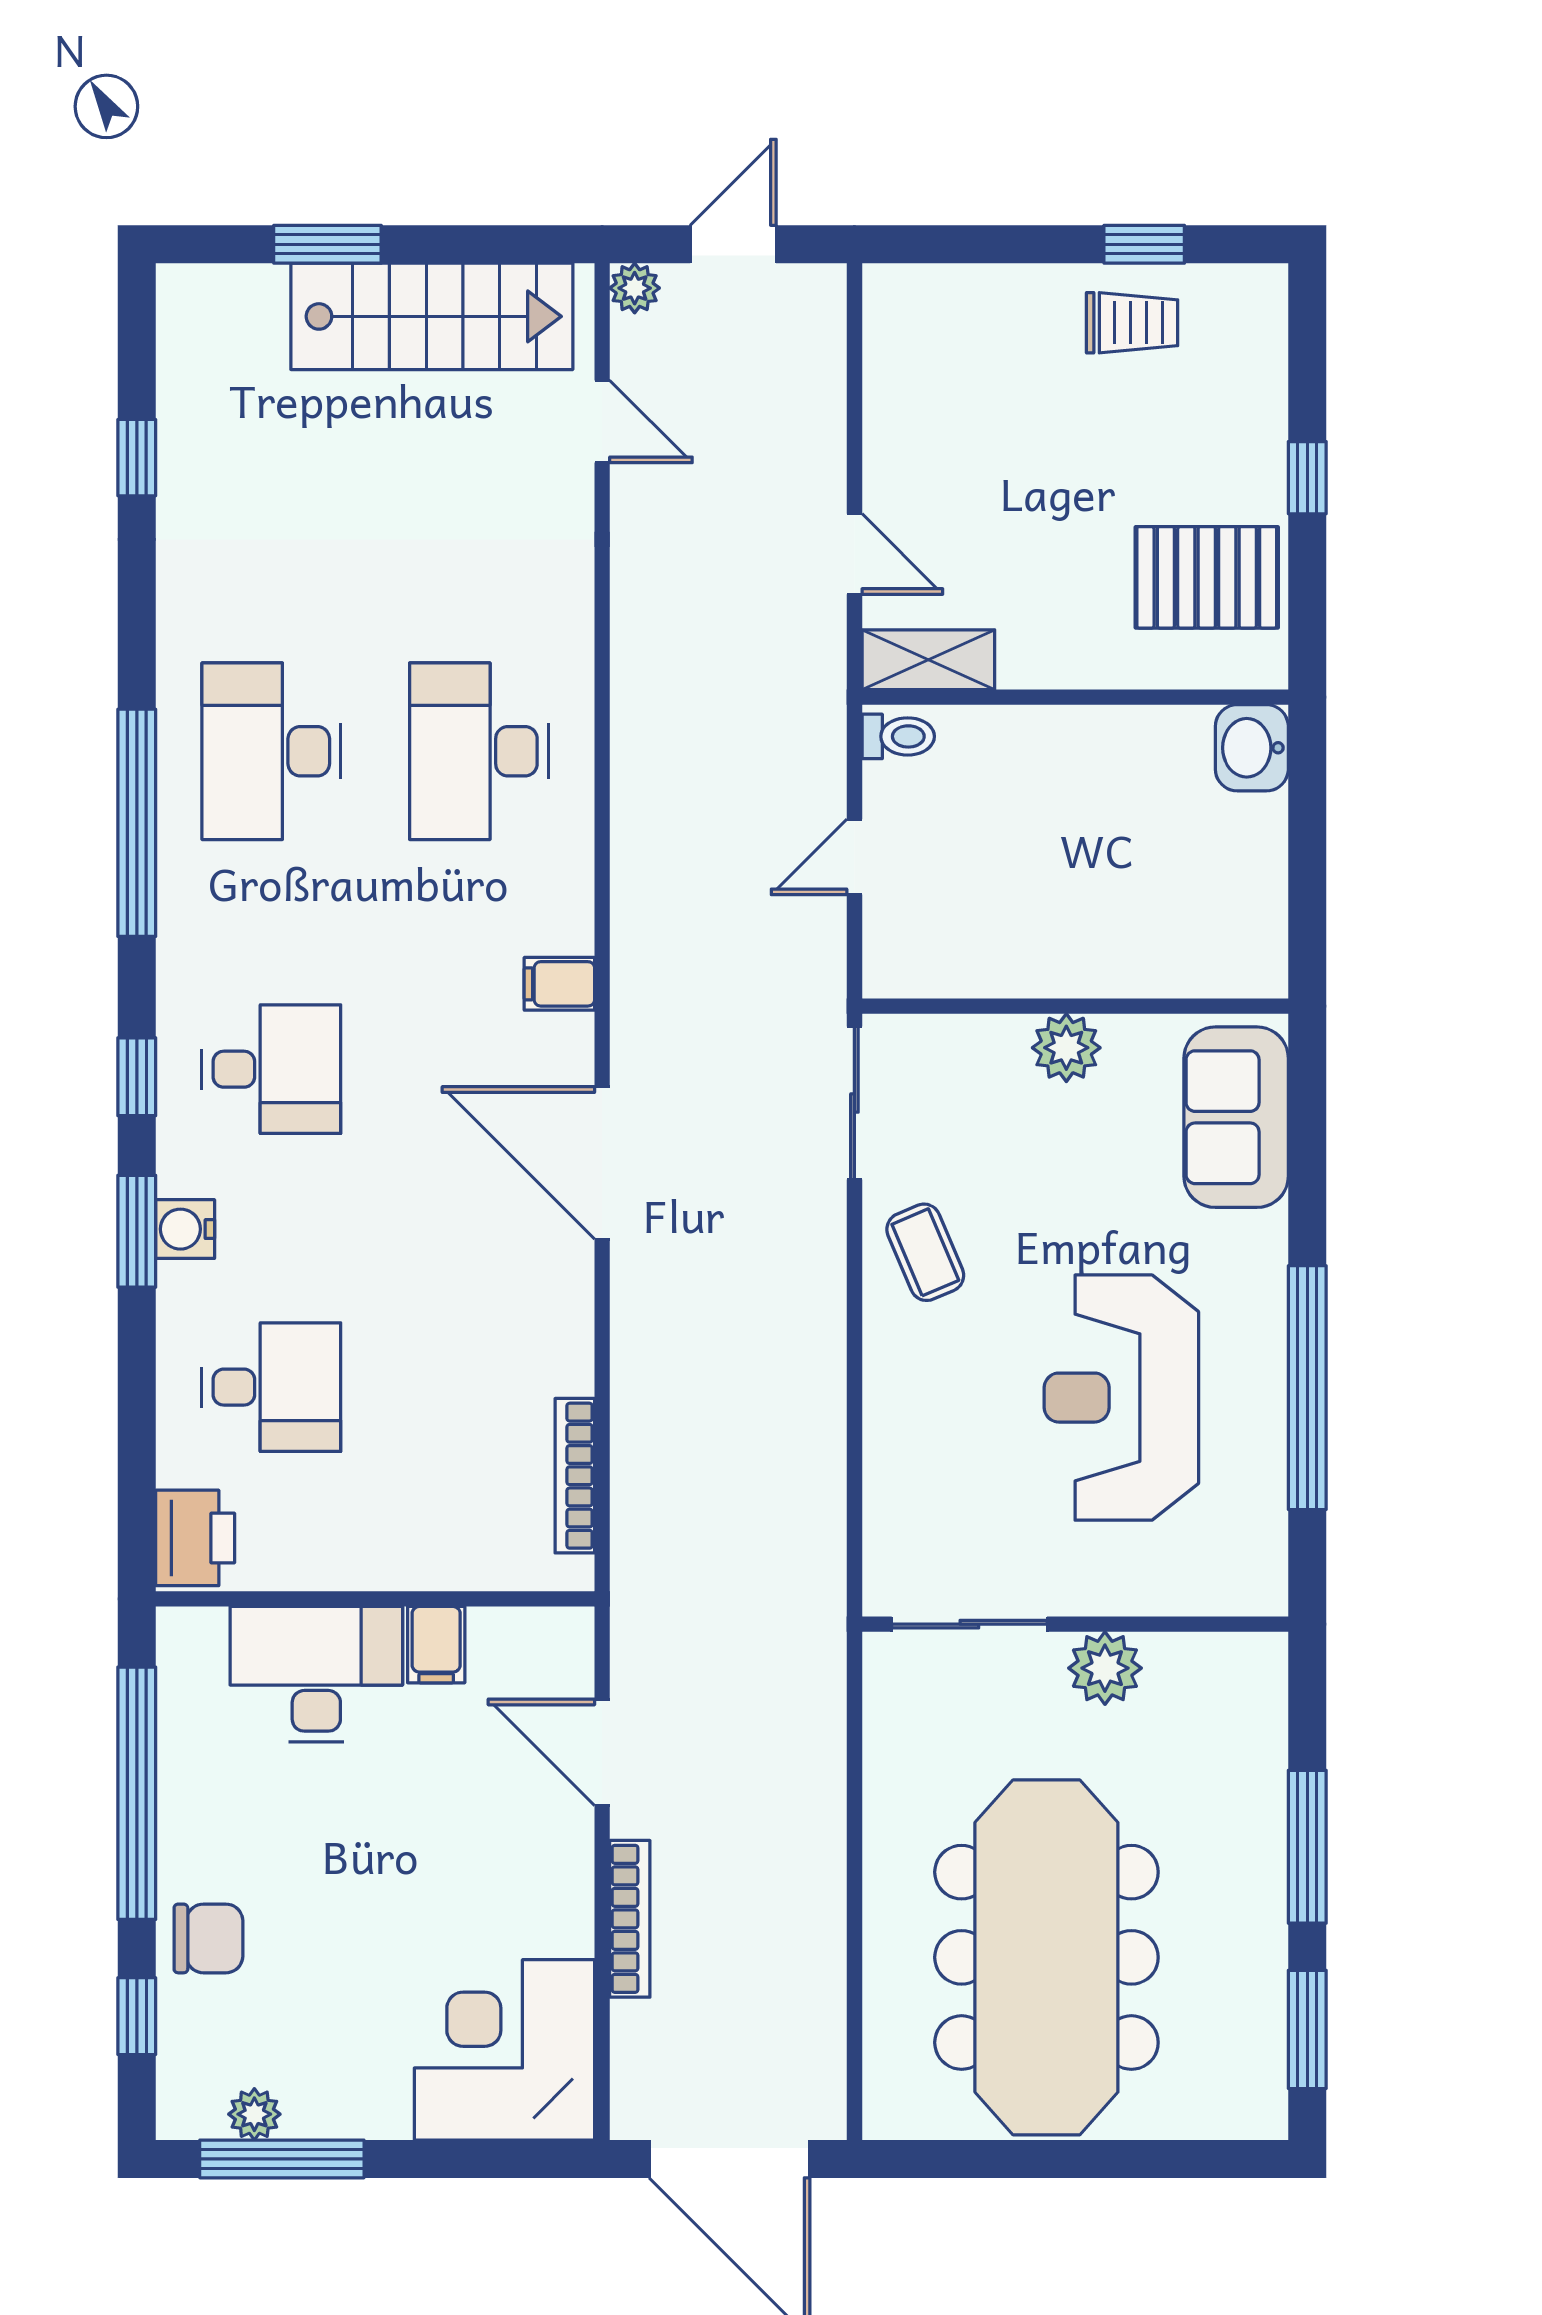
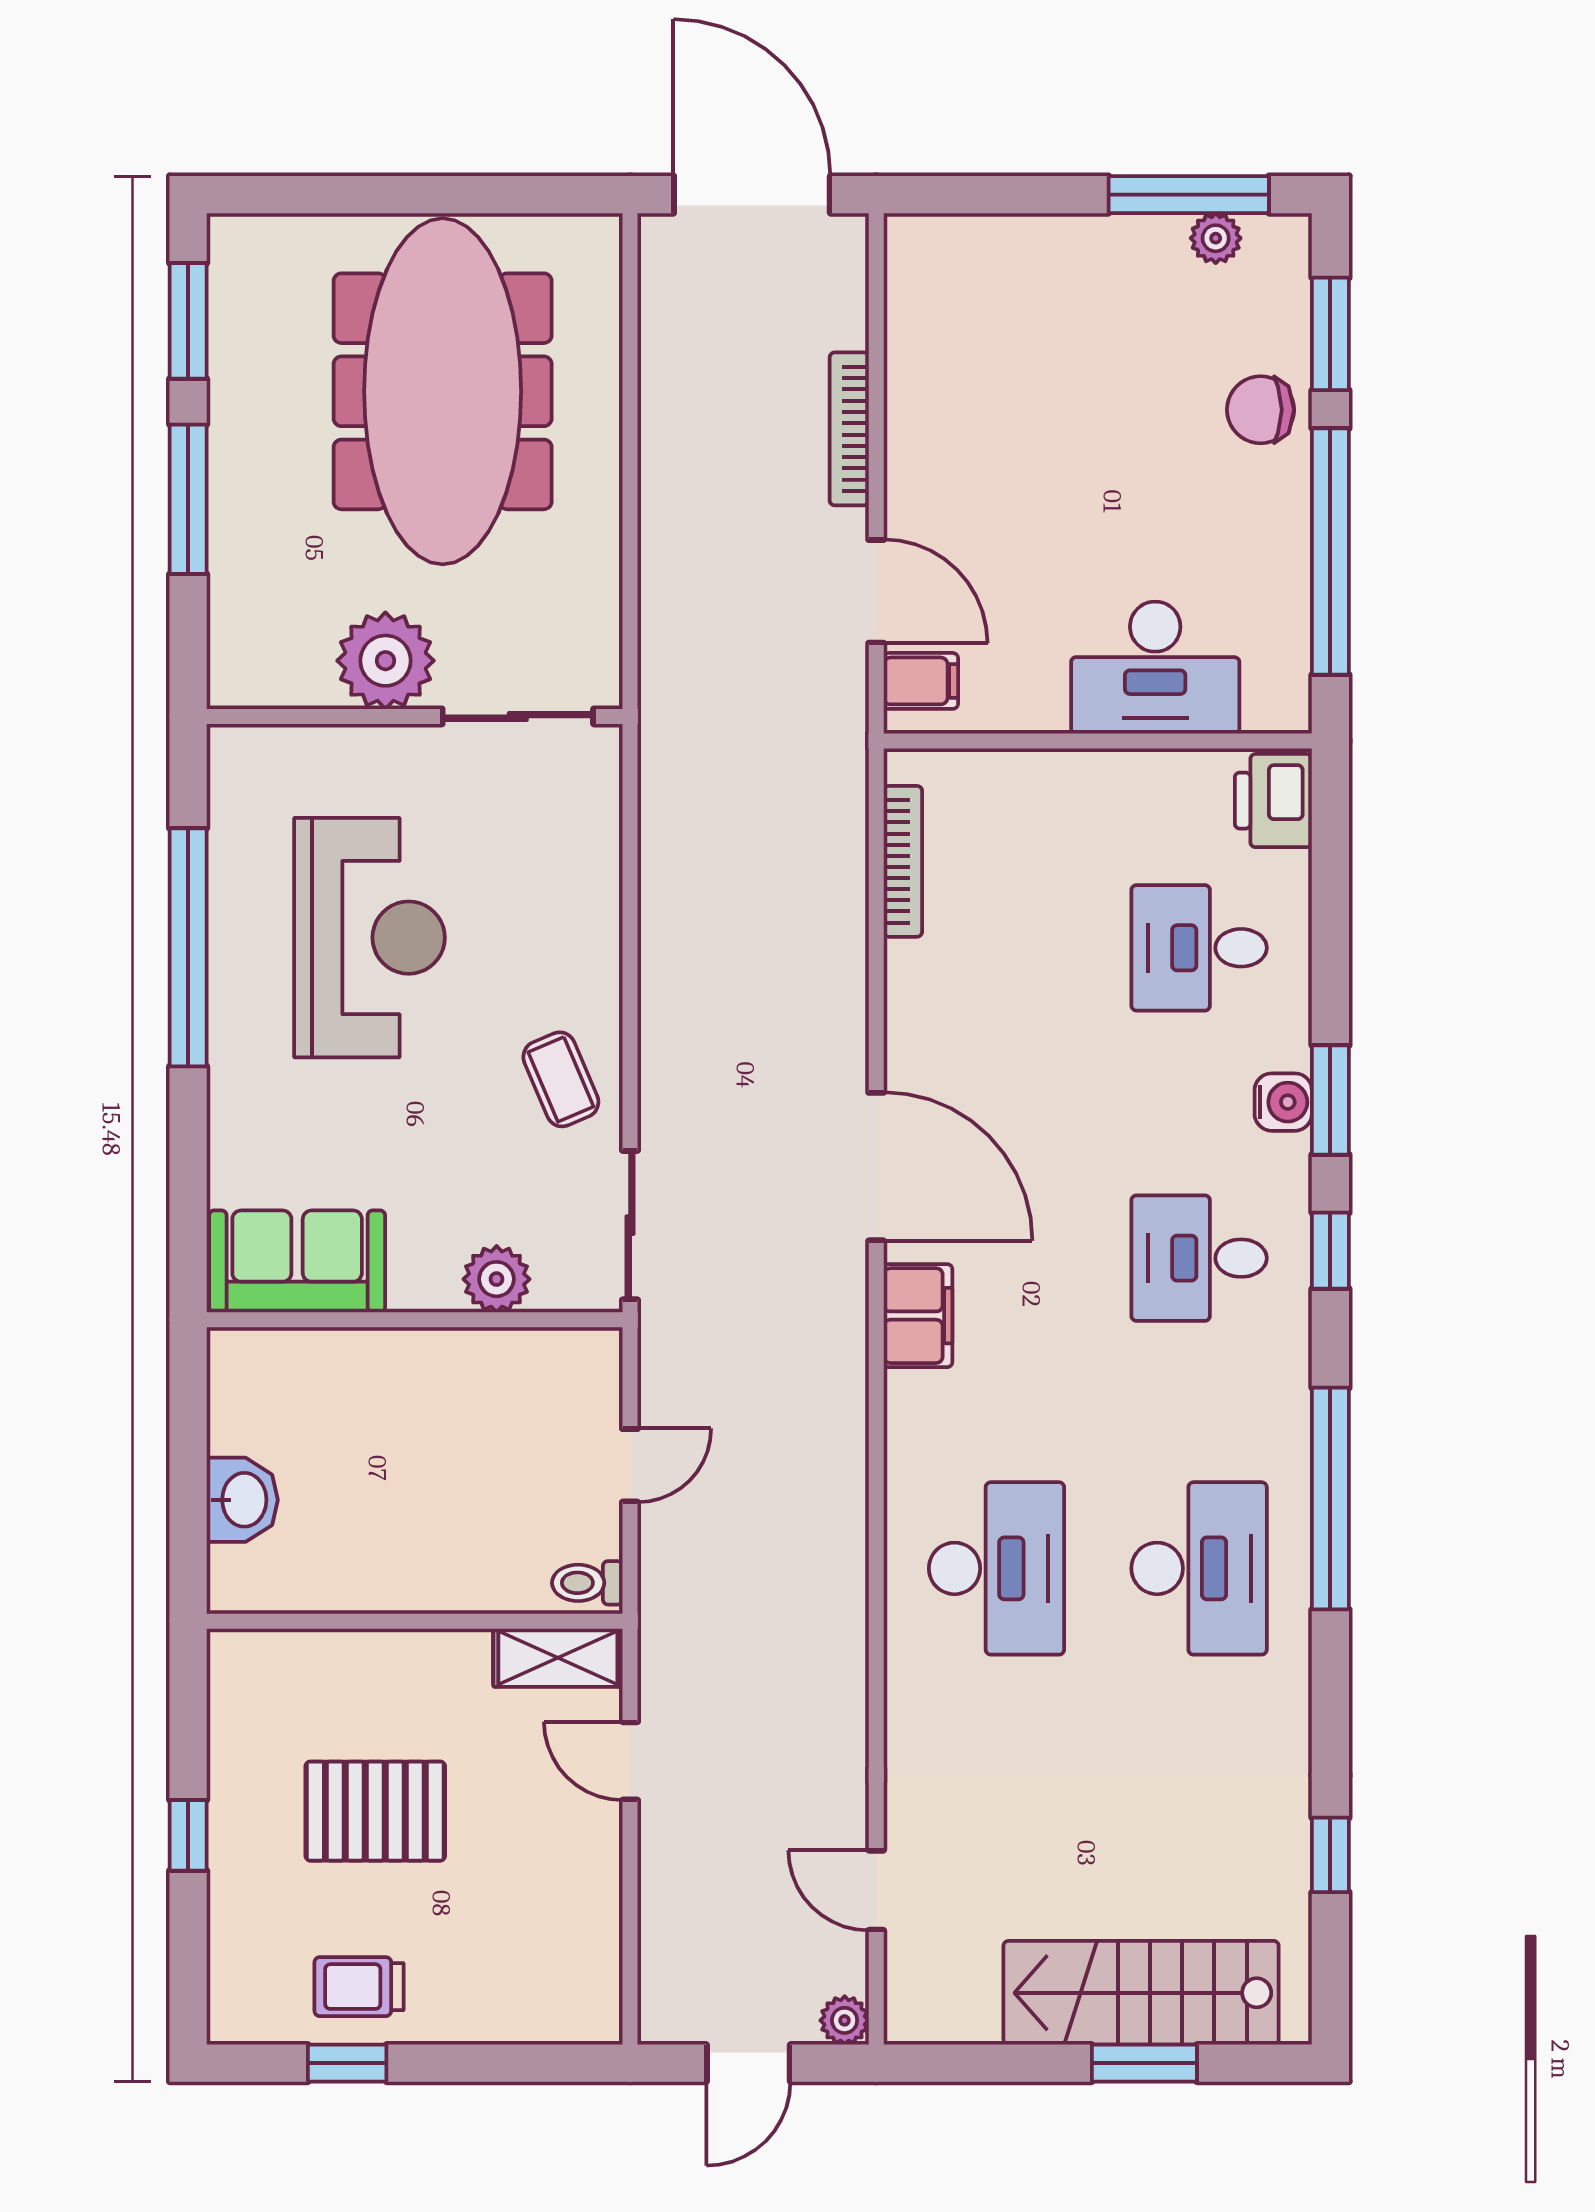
stairs: (432, 316) -> (1141, 1993), moved
pallet: (1207, 577) -> (375, 1811), moved
washbasin: (1252, 748) -> (242, 1500), moved
filing cabinet: (559, 984) -> (918, 1316), width x2.00
plant: (1066, 1048) -> (497, 1279), moved
sofa: (1236, 1117) -> (297, 1261), moved, turned -90
filing cabinet: (436, 1645) -> (921, 681), moved, turned 90
plant: (1105, 1668) -> (385, 661), width x1.36, depth x1.36
window: (137, 2016) -> (1330, 334), width x1.50
corner desk: (504, 2050) -> (972, 301), removed

